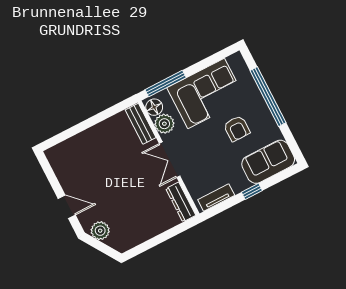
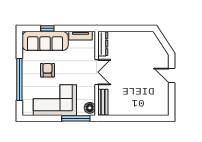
plant: (164, 124) -> (89, 95), removed
sofa: (268, 162) -> (45, 41), width x1.36
window: (252, 191) -> (47, 28), moved
plant: (100, 231) -> (159, 51), removed

